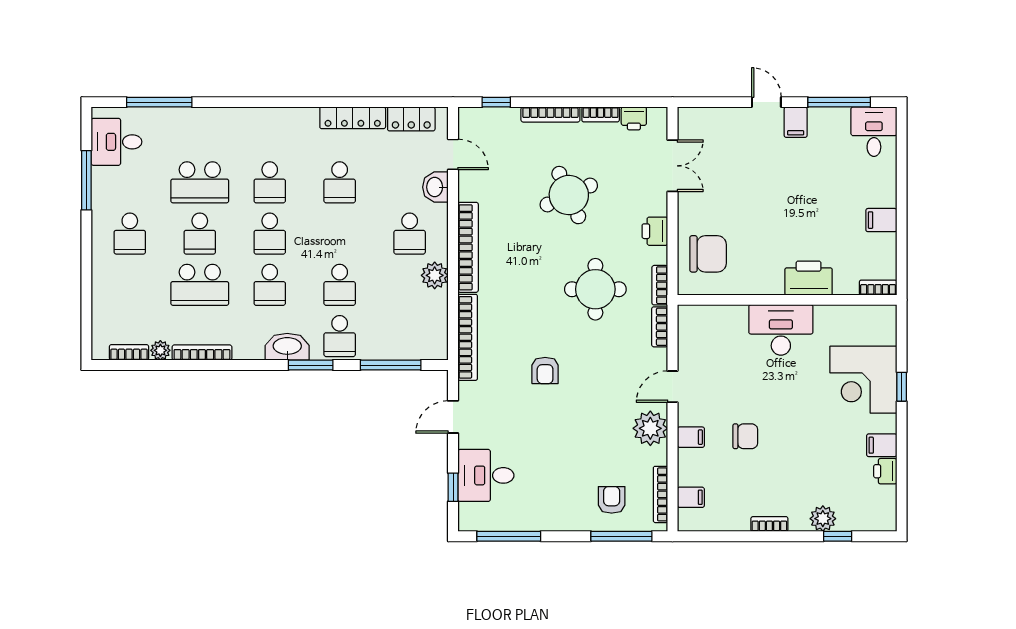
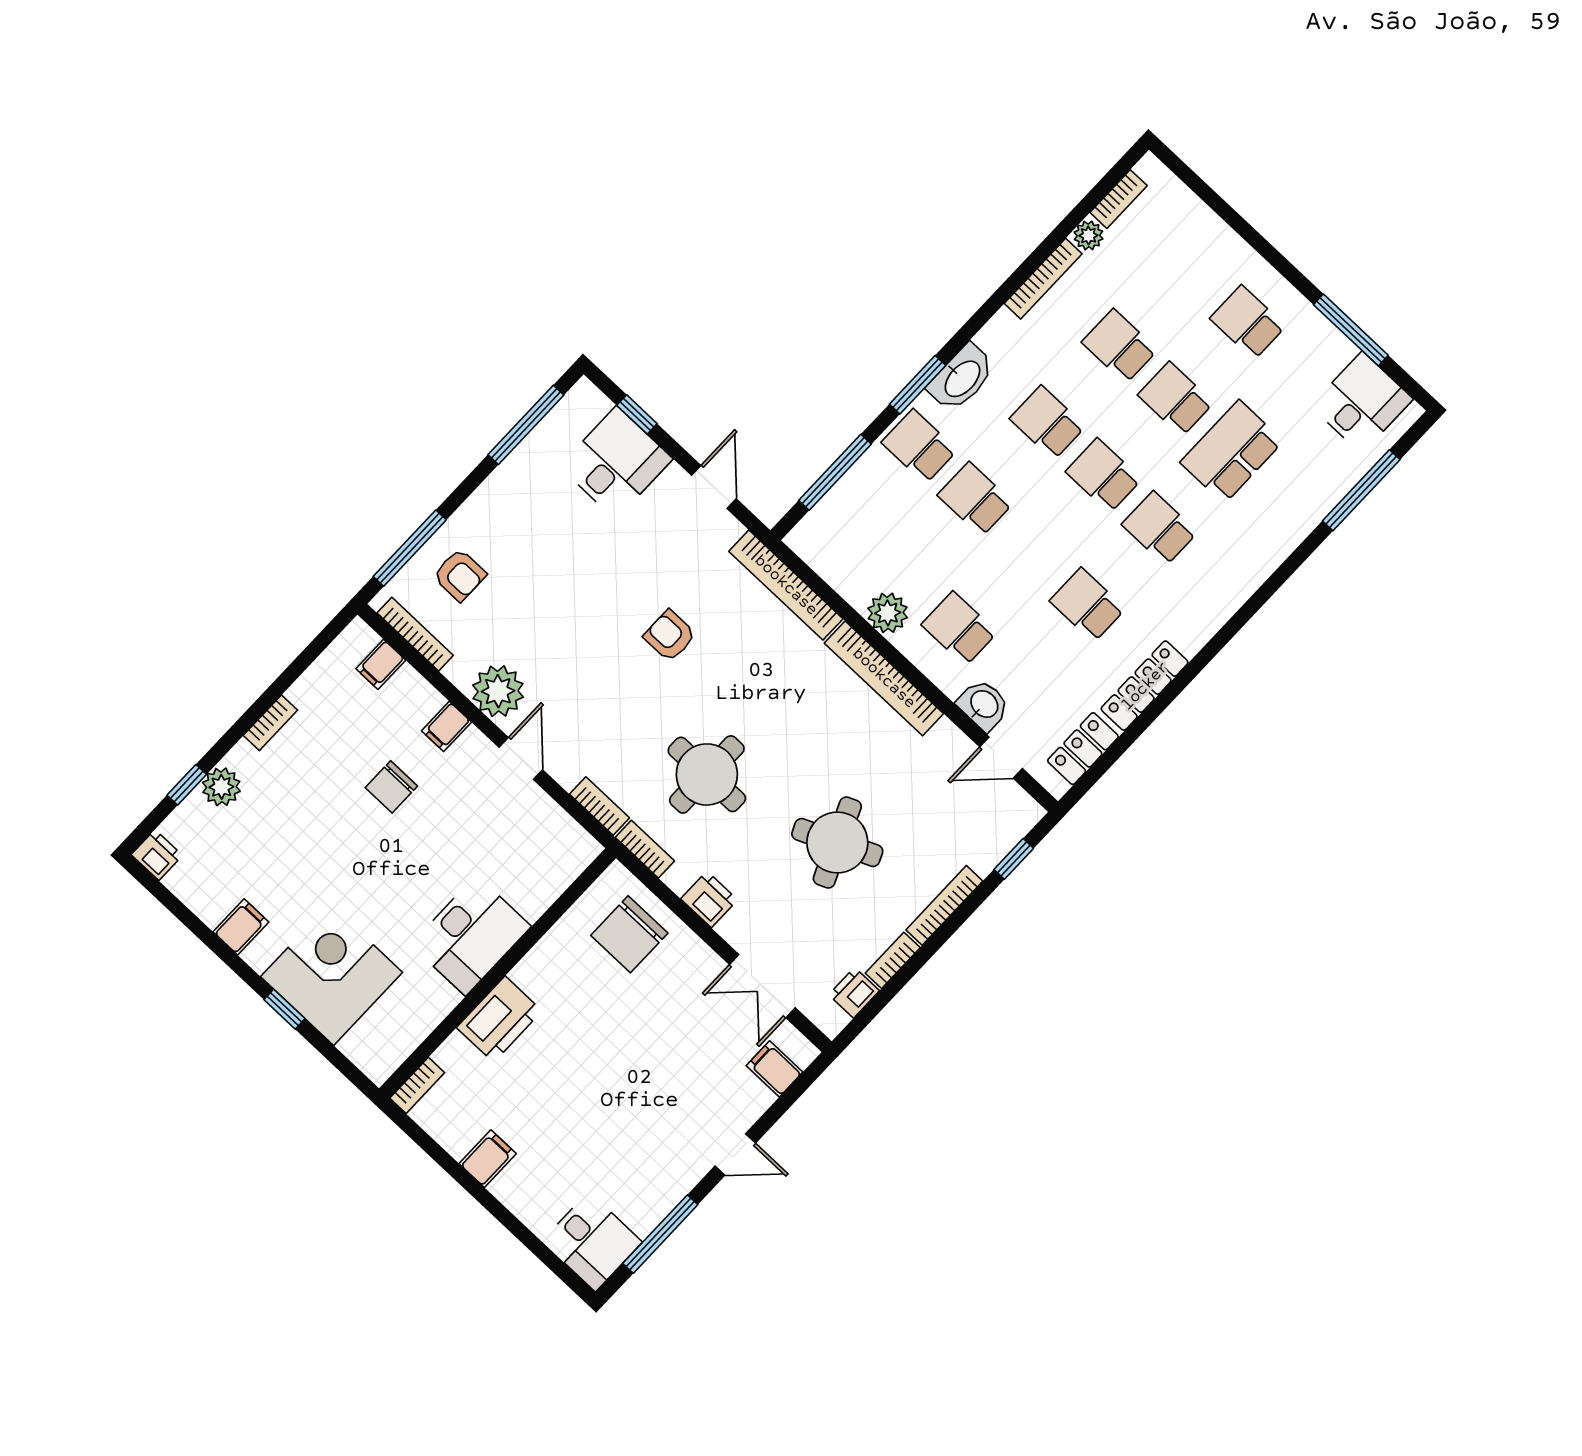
filing cabinet: (796, 122) -> (775, 1069), moved
school desk: (200, 285) -> (1120, 346), width x0.54
printer: (885, 471) -> (157, 855), moved

